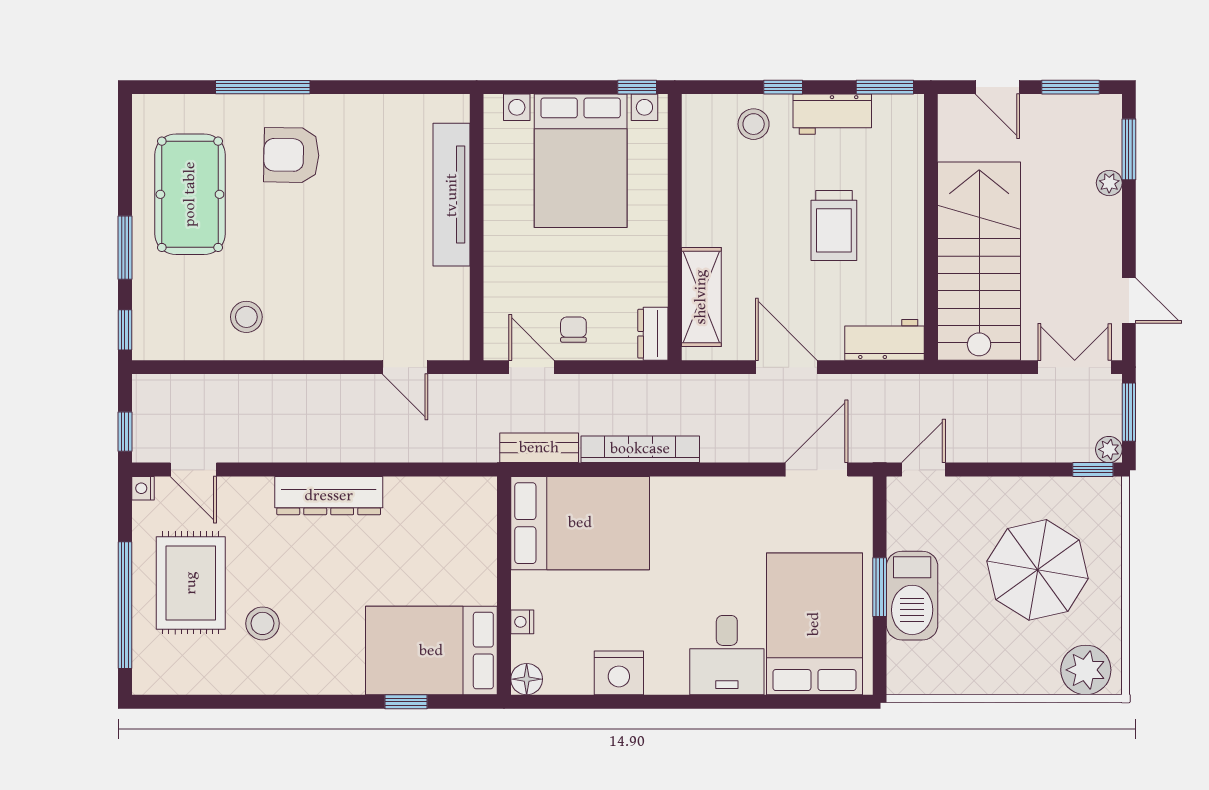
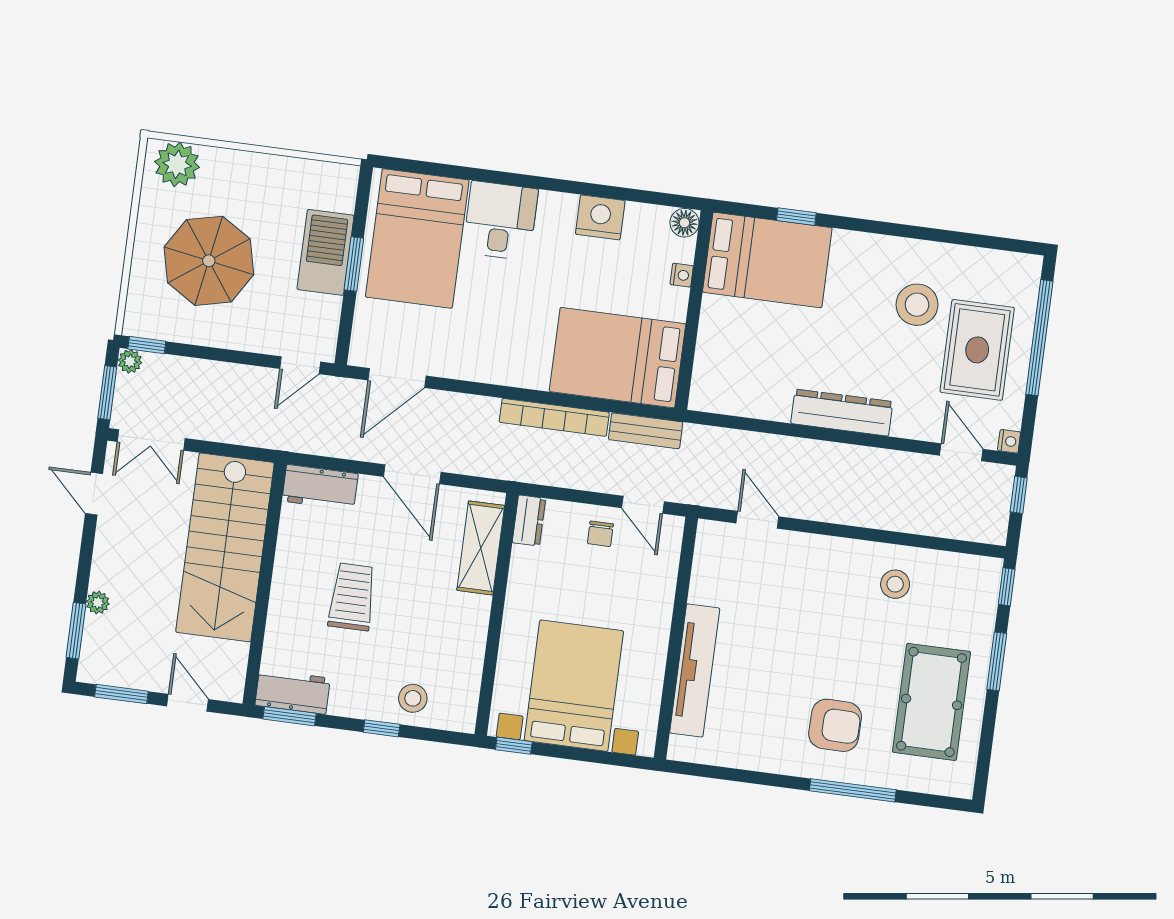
workbench: (832, 114) -> (293, 692), moved
stool: (263, 623) -> (917, 305), width x1.38, depth x1.38

